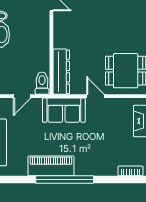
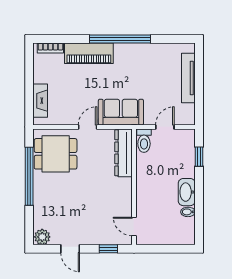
door: (95, 96) -> (88, 127), swing flipped
piano: (51, 166) -> (89, 53), moved

